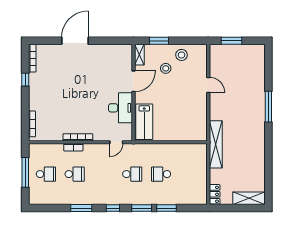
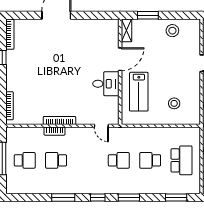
stool: (166, 68) -> (174, 103), moved
desk: (120, 108) -> (106, 84), width x0.73
lab bench: (144, 122) -> (139, 92), moved
door: (116, 142) -> (101, 126), hinge flipped
school desk: (75, 174) -> (56, 160), turned 180
school desk: (190, 174) -> (181, 160), added
window: (166, 208) -> (176, 197), moved

